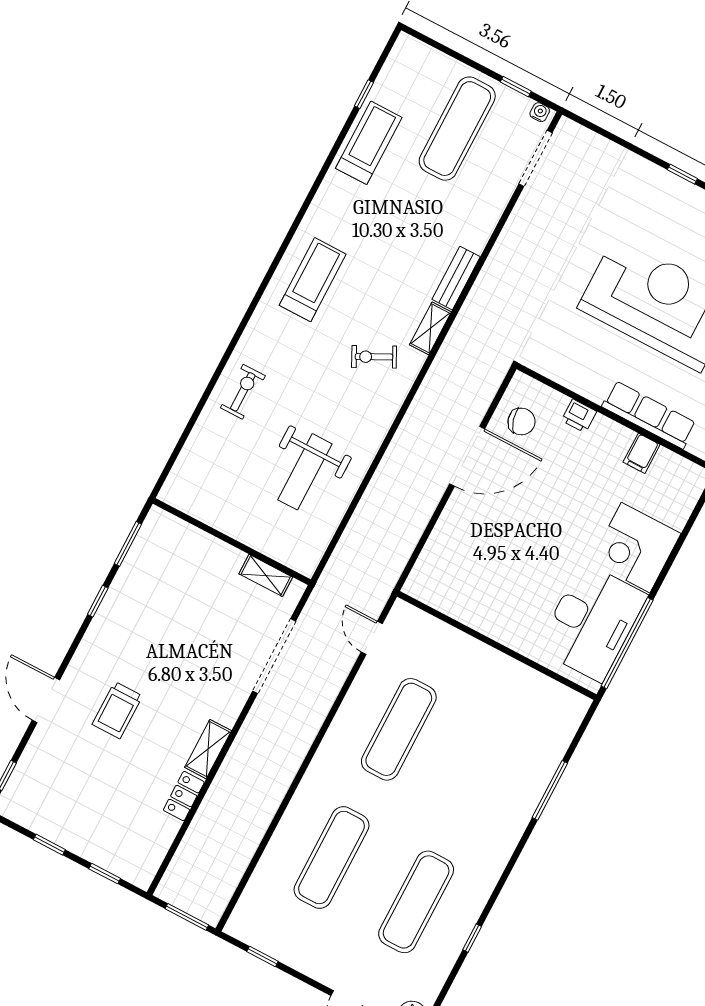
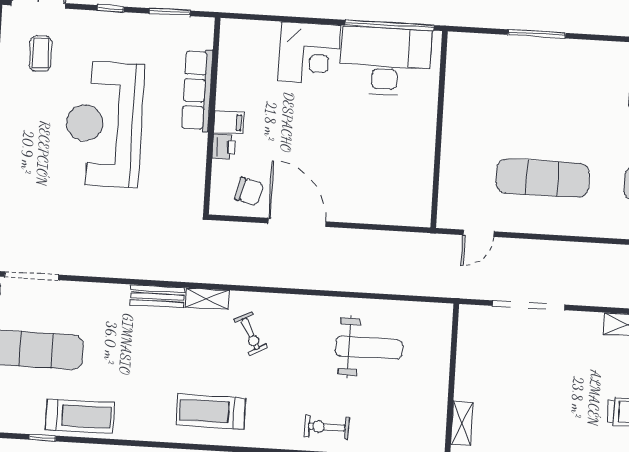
treadmill: (369, 143) -> (80, 416), turned 180
chair: (521, 421) -> (249, 191), turned 118
filing cabinet: (642, 453) -> (229, 122), moved
shelving: (266, 575) -> (462, 423), moved

